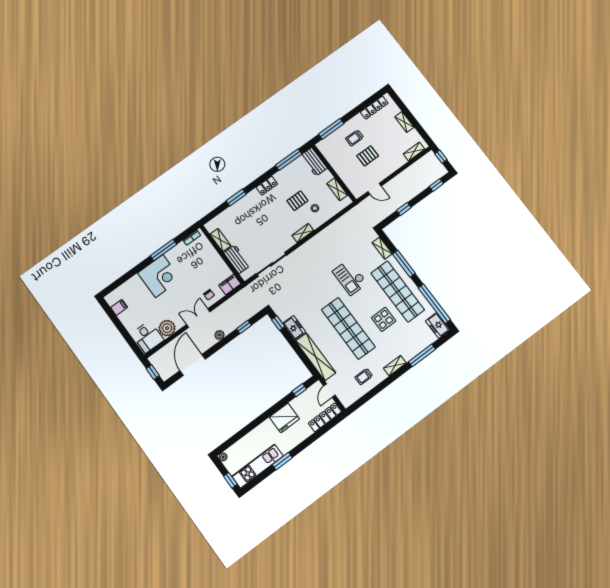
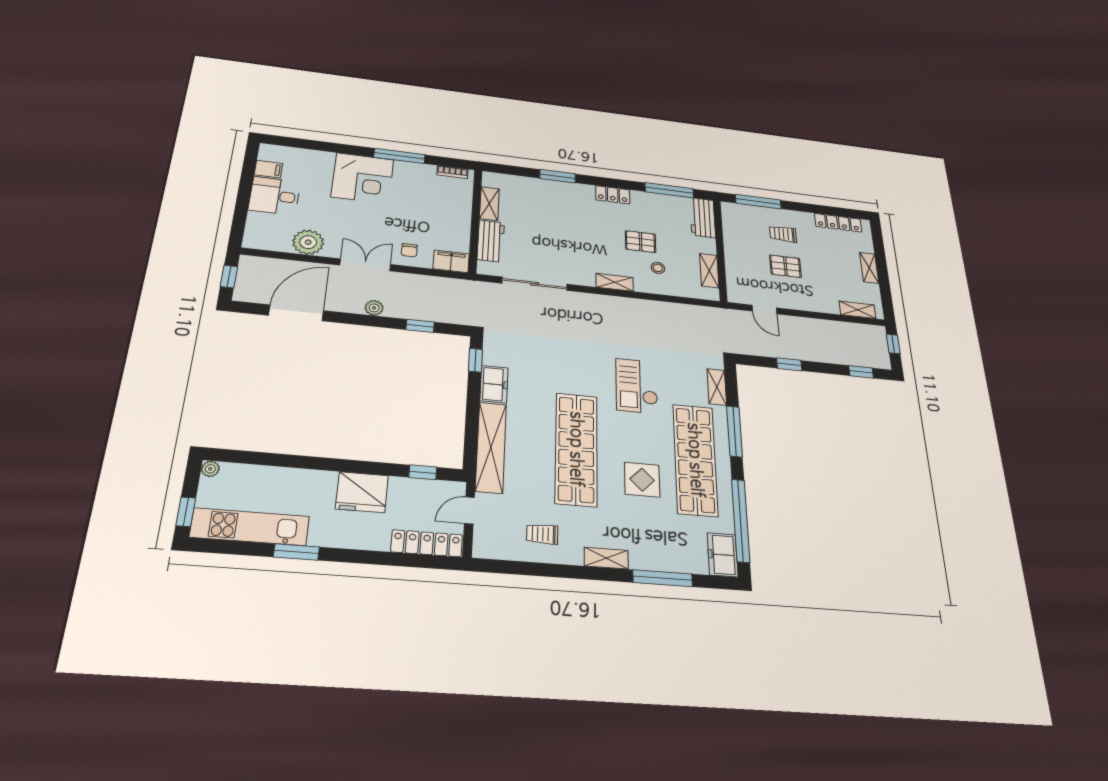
desk: (148, 337) -> (275, 196), moved, turned 90

